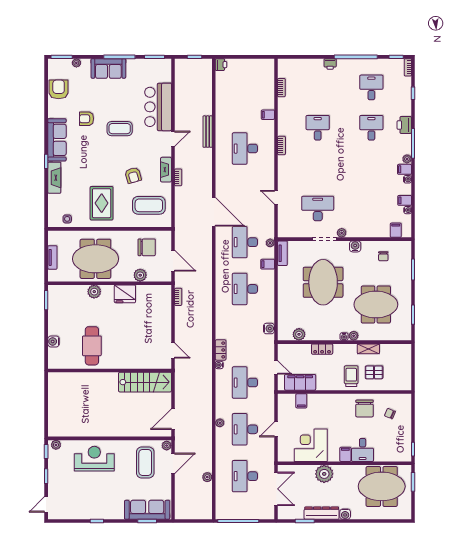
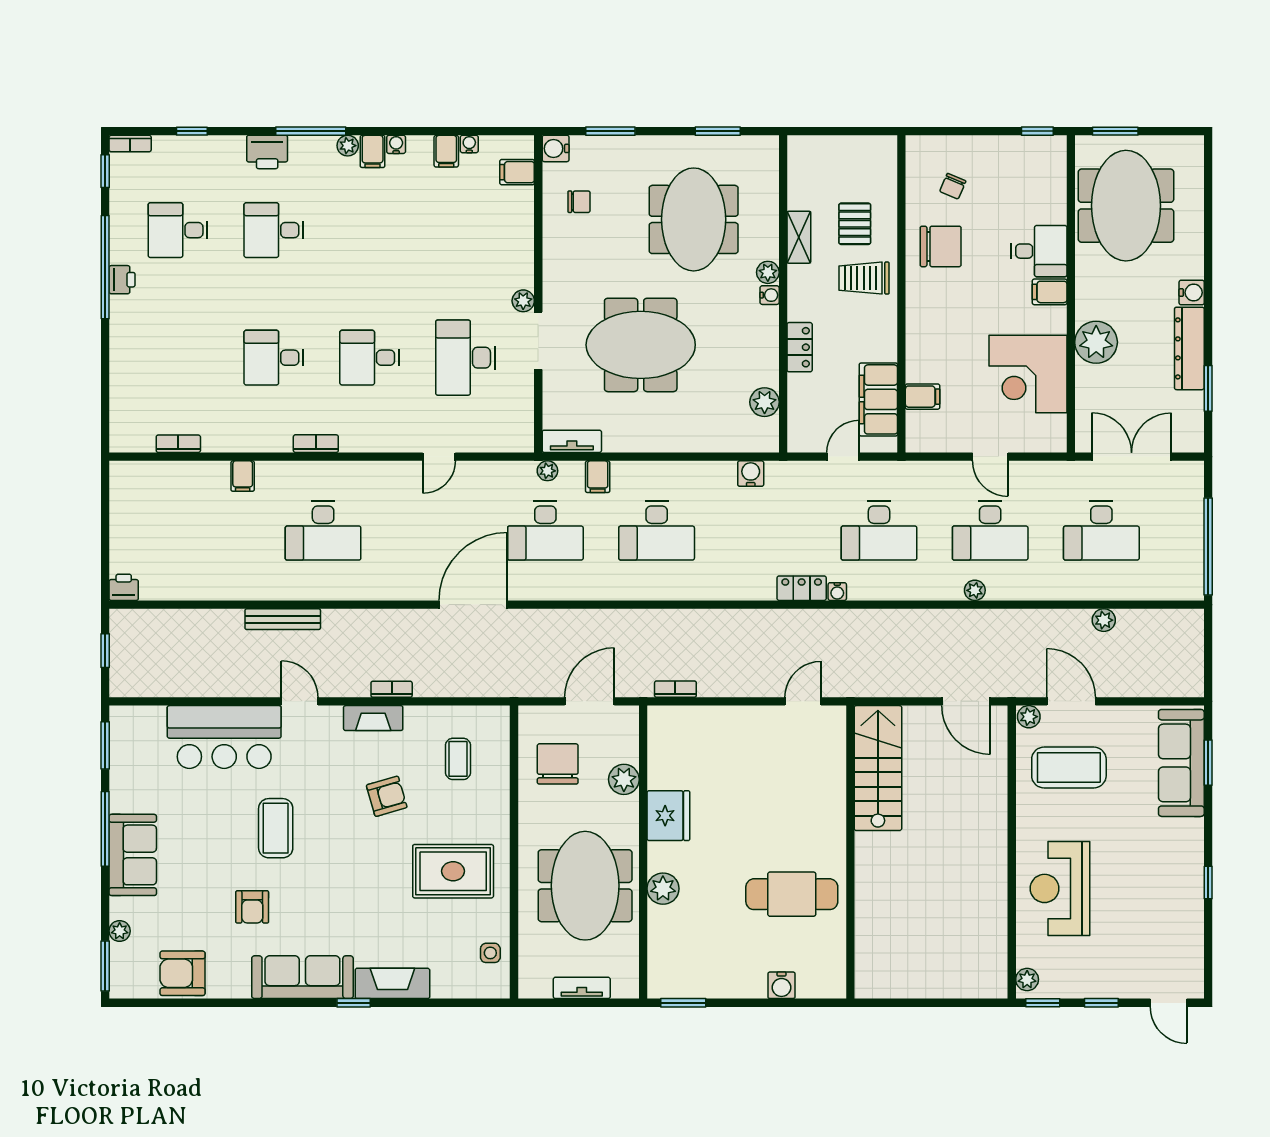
printer: (330, 64) -> (122, 280), moved
desk: (318, 168) -> (370, 358), added
coffee table: (149, 205) -> (458, 759), width x0.54, depth x0.58
water cooler: (355, 246) -> (556, 148), moved

